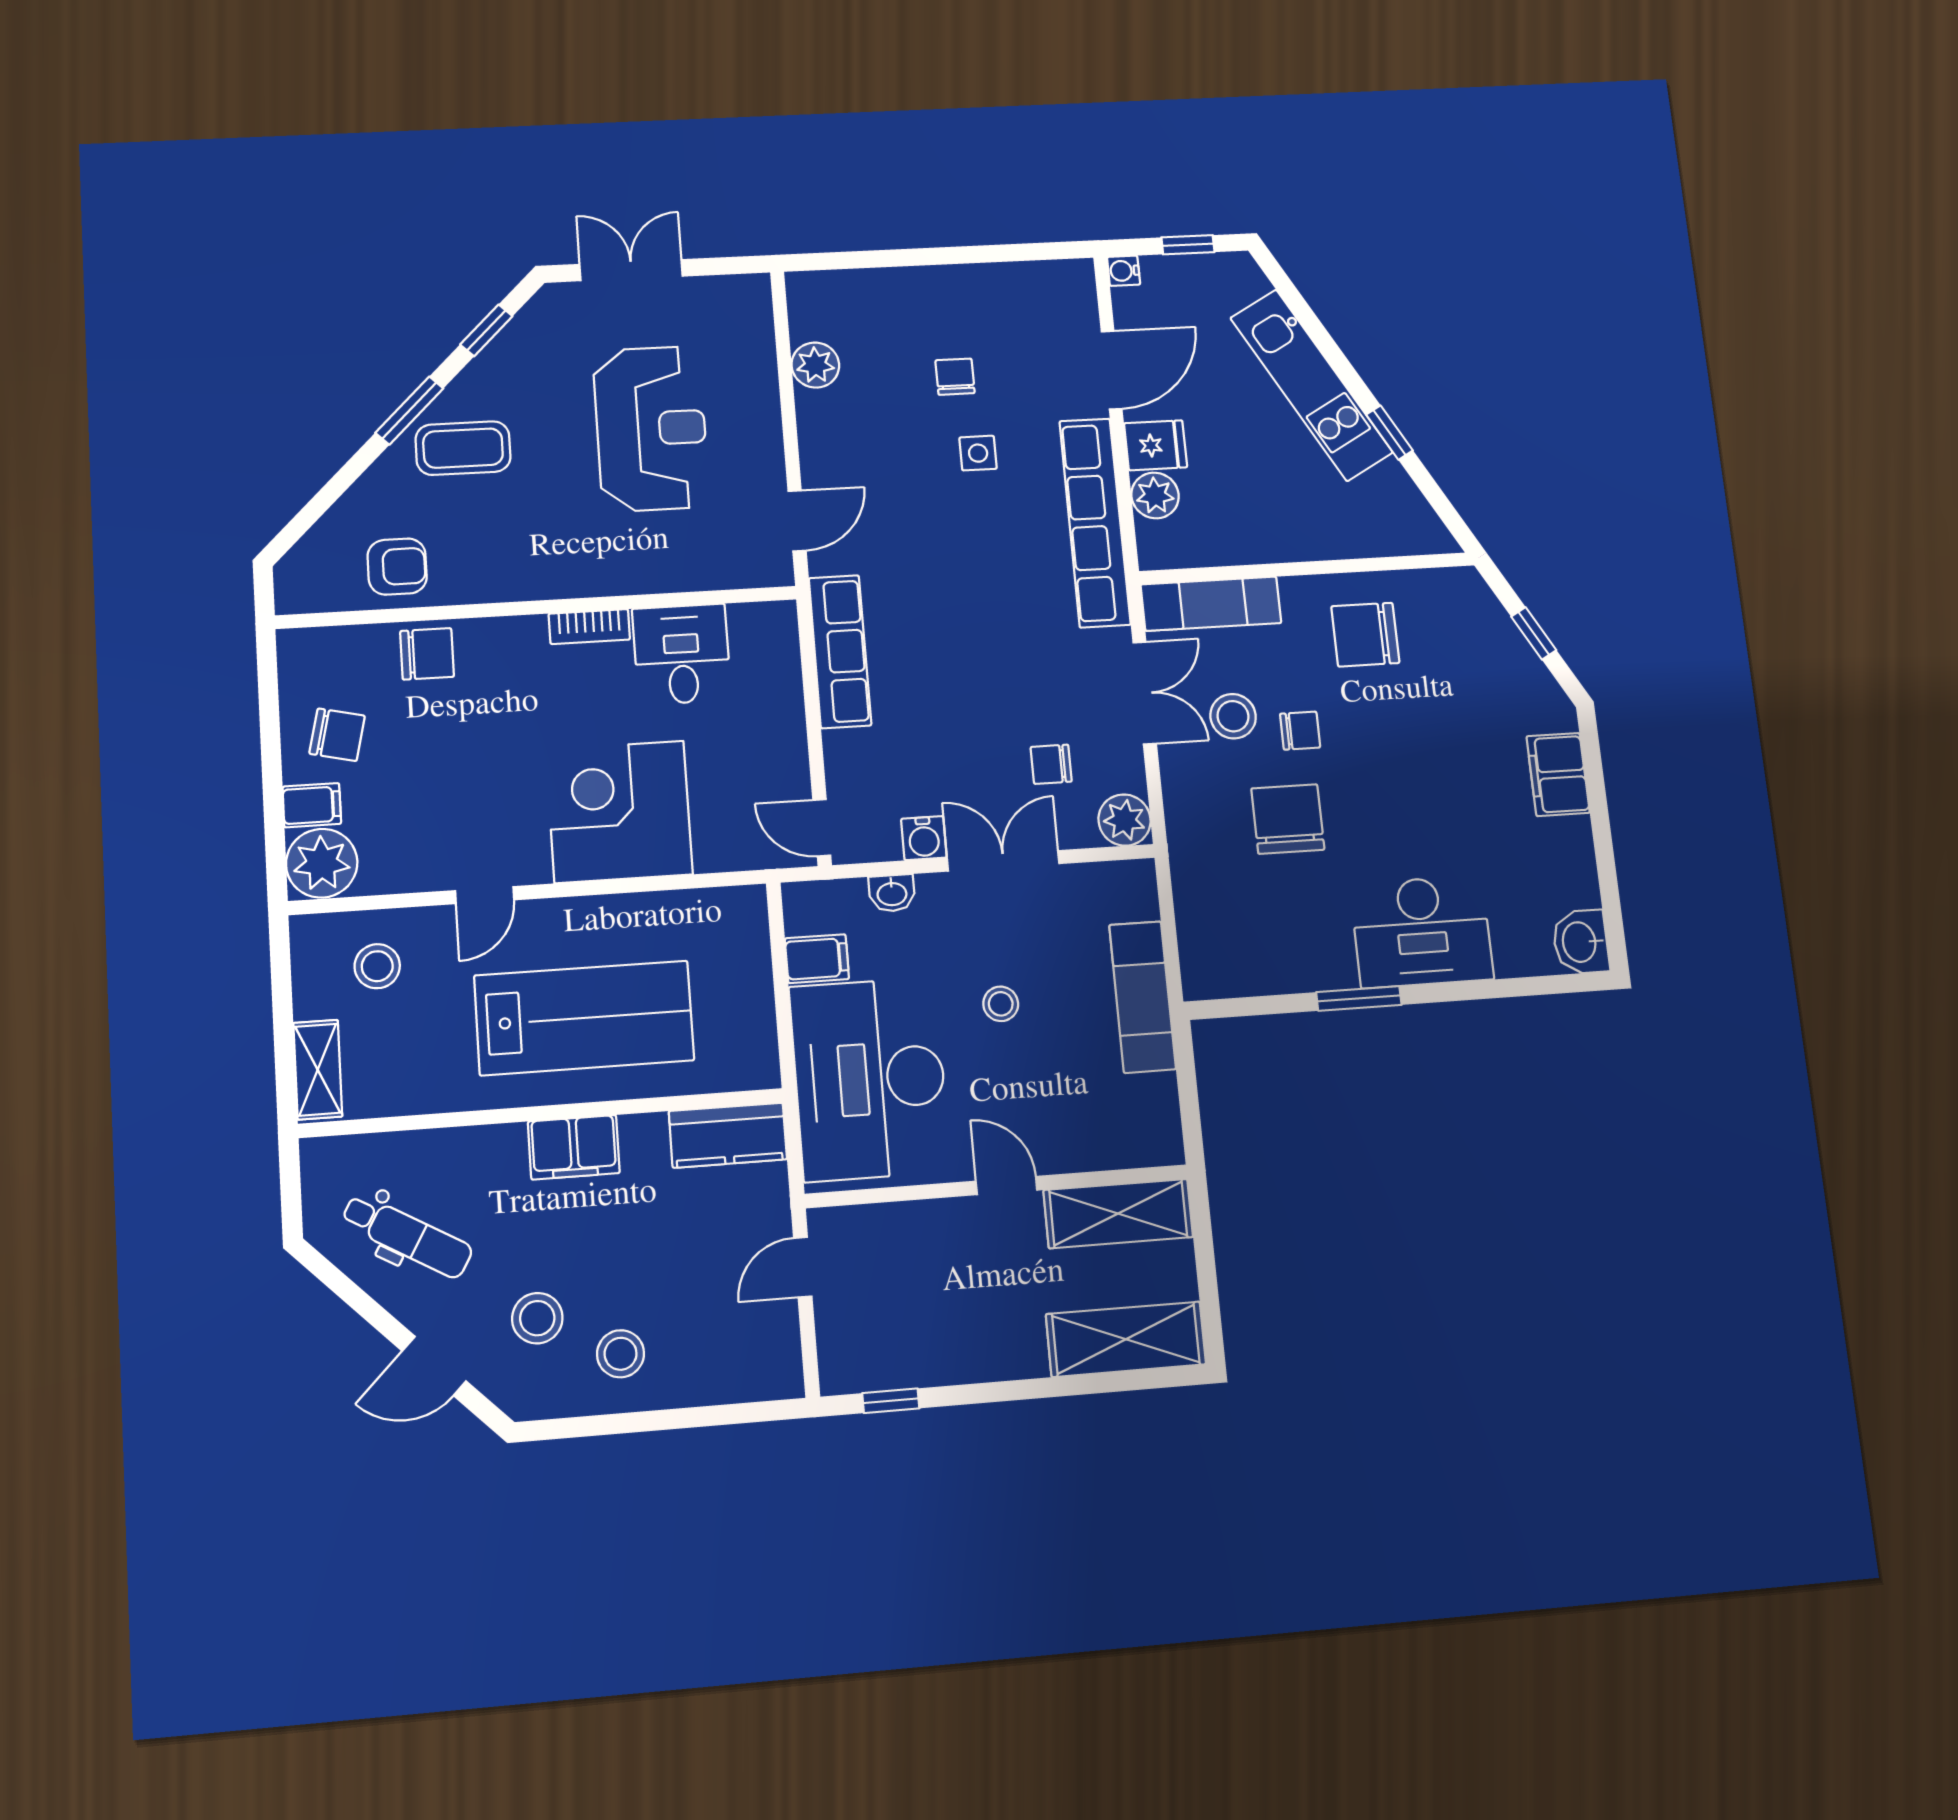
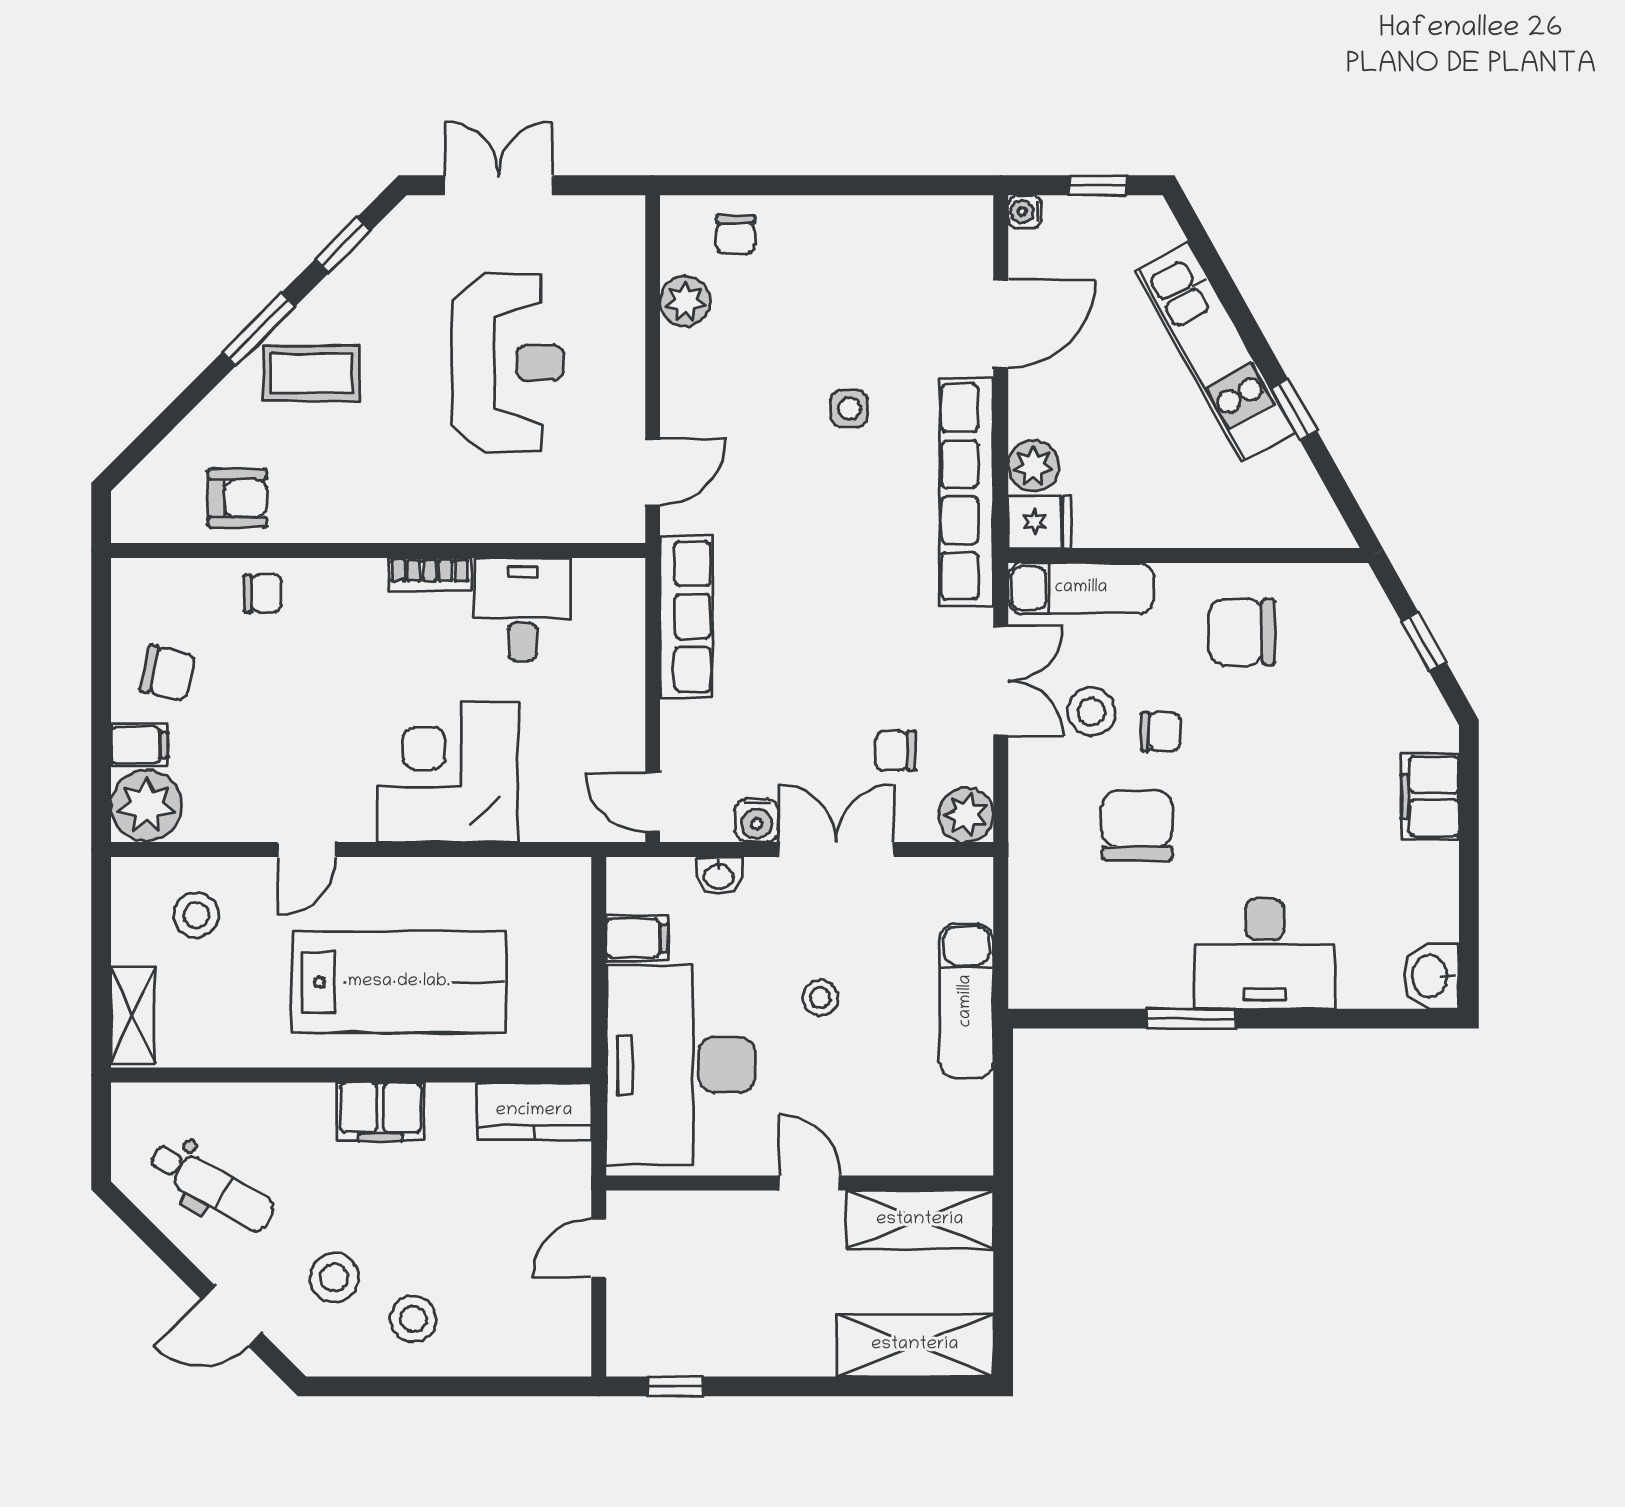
chair: (955, 377) -> (736, 235), moved, turned 180
fridge: (1156, 445) -> (1040, 522), moved
chair: (427, 654) -> (263, 593), width x0.73, depth x0.73

